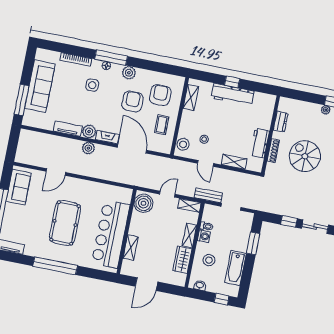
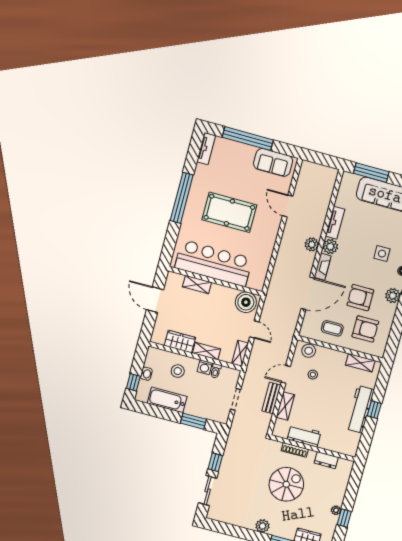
armchair: (133, 102) -> (360, 298), turned 180
bench: (208, 195) -> (271, 398), moved
washbasin: (200, 285) -> (146, 374), moved

